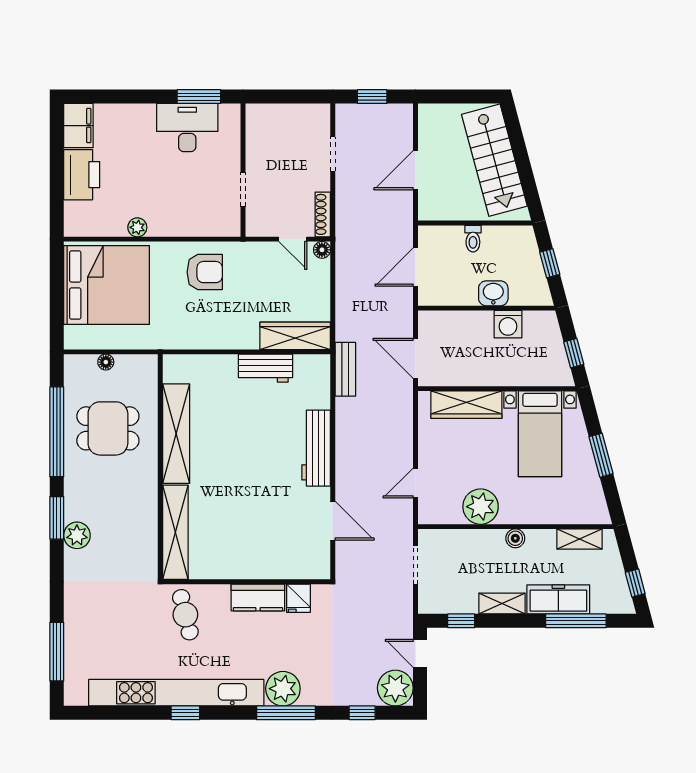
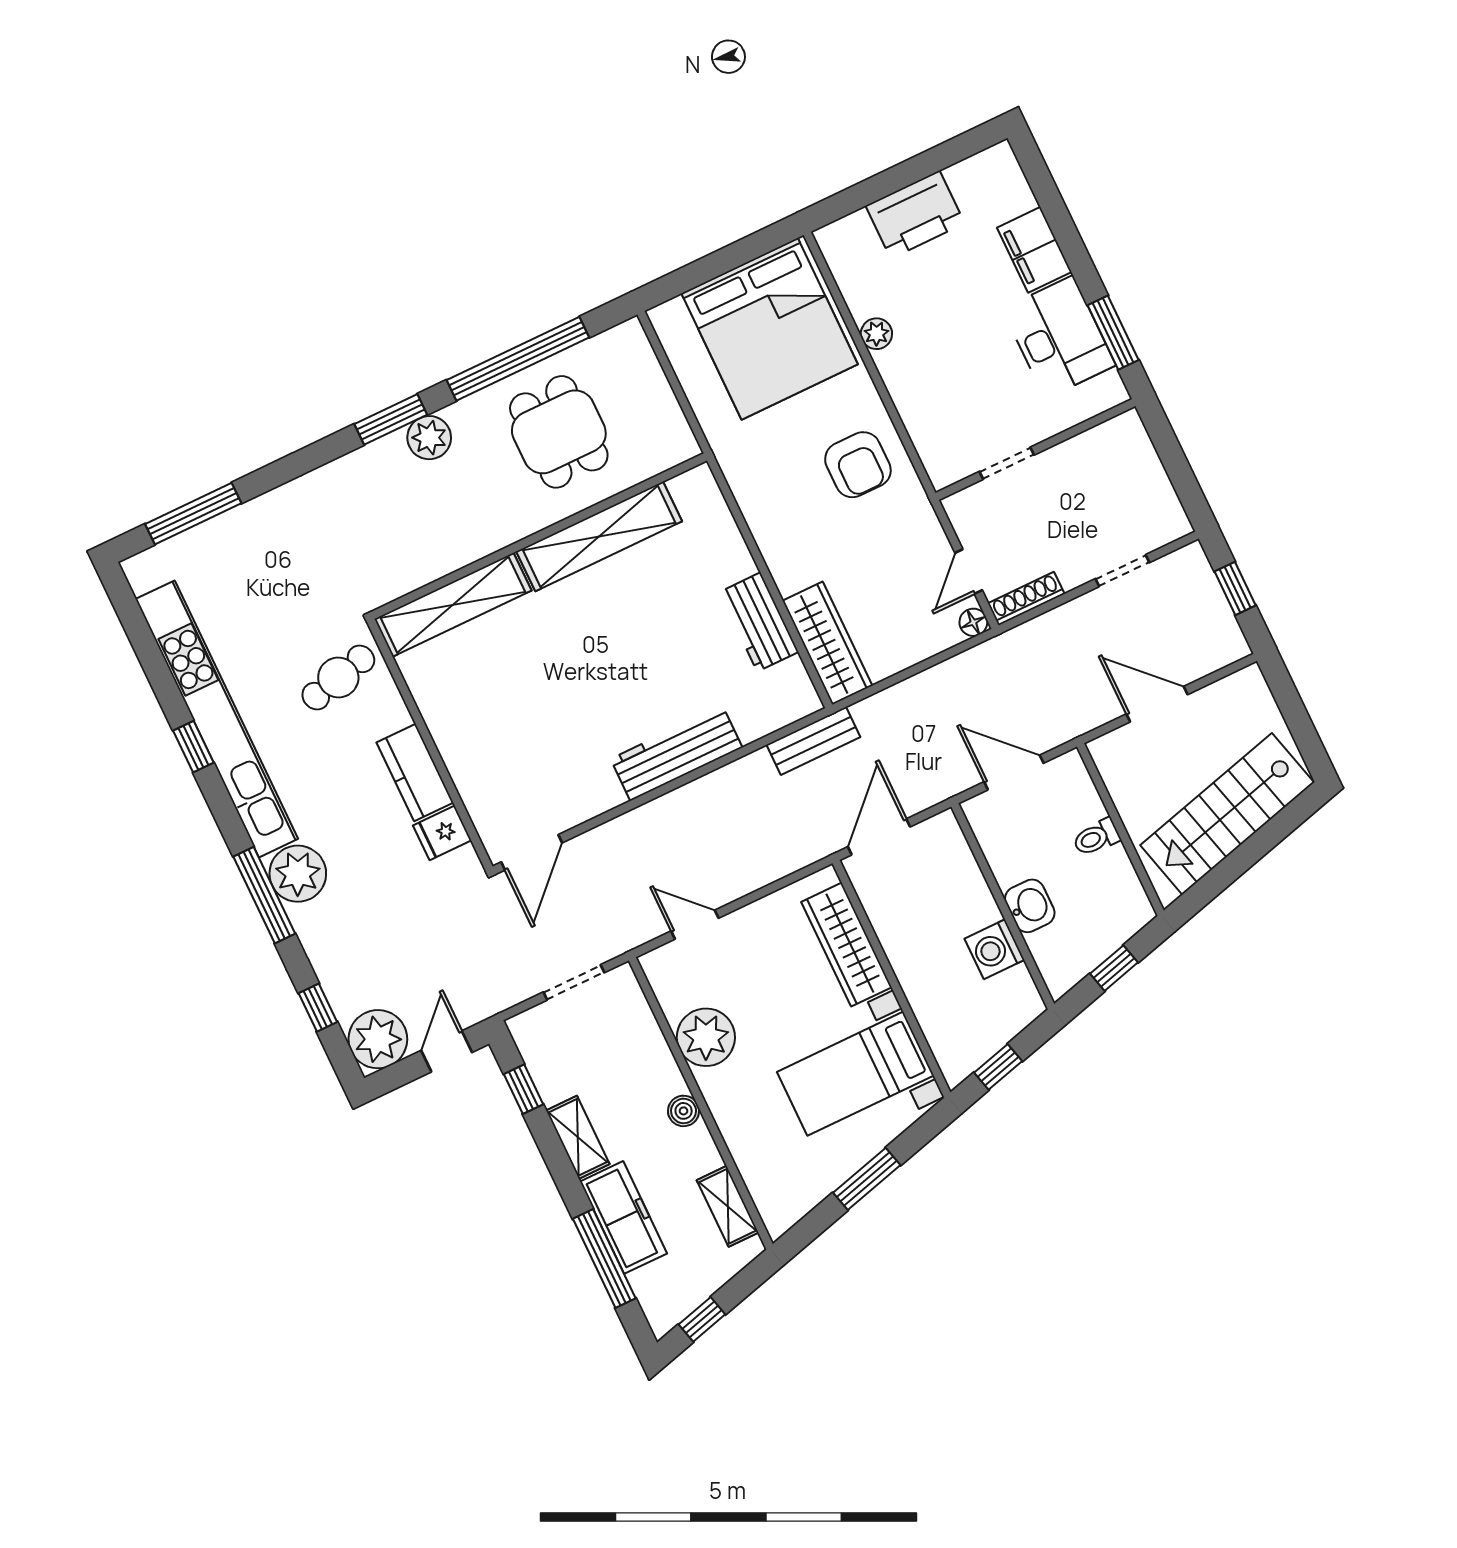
filing cabinet: (78, 126) -> (1034, 250), moved, turned 90
floor lamp: (106, 362) -> (655, 382), removed
door: (333, 521) -> (532, 852), moved
plant: (77, 535) -> (429, 438), moved

